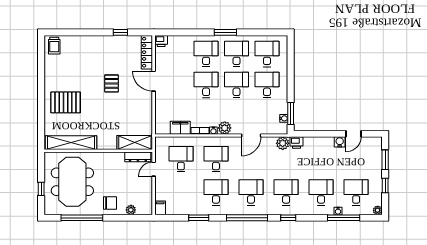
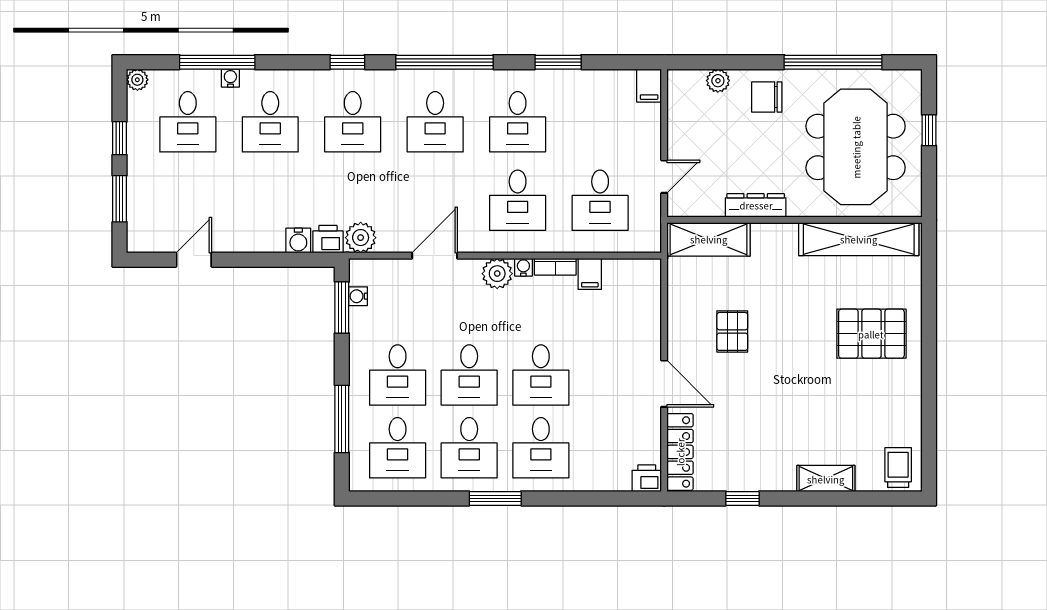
shelving: (85, 41) -> (826, 479), added
window: (291, 66) -> (342, 419), added
pallet: (112, 83) -> (732, 331), moved
filing cabinet: (180, 128) -> (590, 274), width x0.50
water cooler: (340, 142) -> (298, 241), moved
dresser: (138, 157) -> (756, 205), moved

